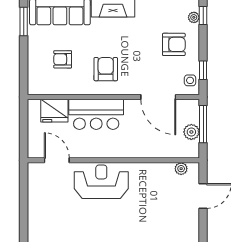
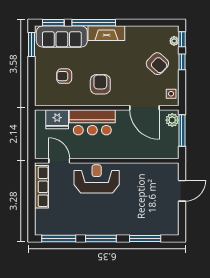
armchair: (174, 44) -> (157, 64), turned 43
window: (203, 70) -> (182, 62), moved
plant: (191, 132) -> (172, 120), moved
plant: (181, 169) -> (164, 168), removed
row of seats: (36, 191) -> (41, 187), added

